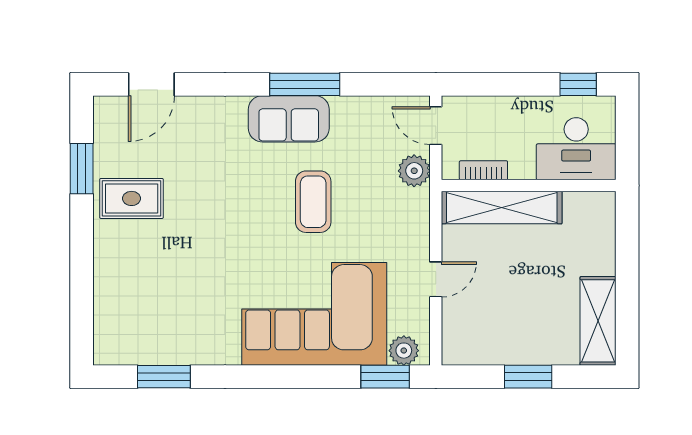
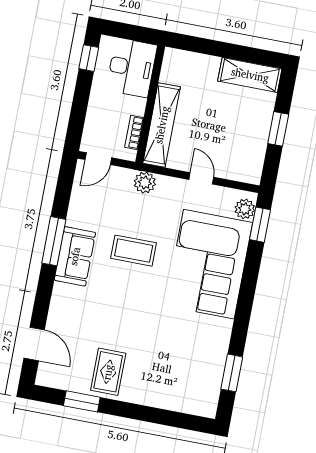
plant: (414, 171) -> (145, 183), moved

